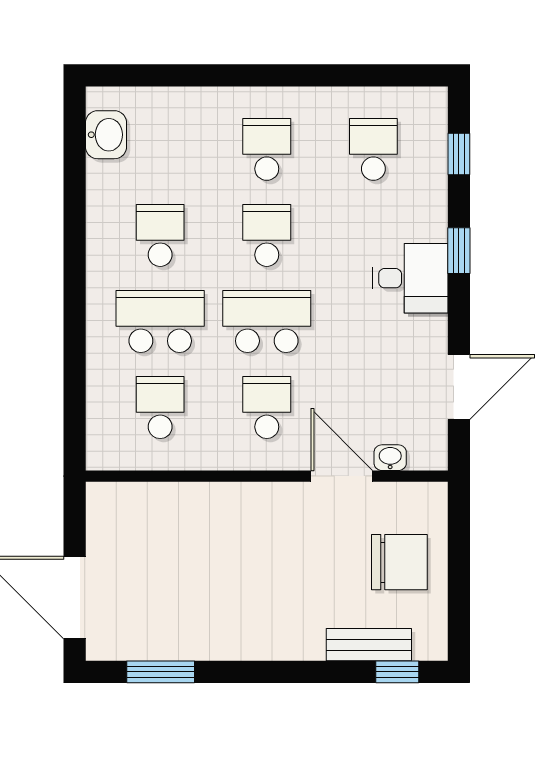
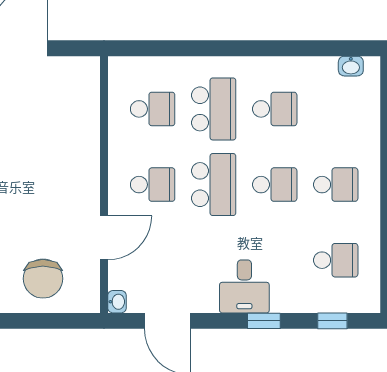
washbasin: (106, 135) -> (351, 66), width x0.72, depth x0.69
washbasin: (390, 458) -> (117, 302), moved

